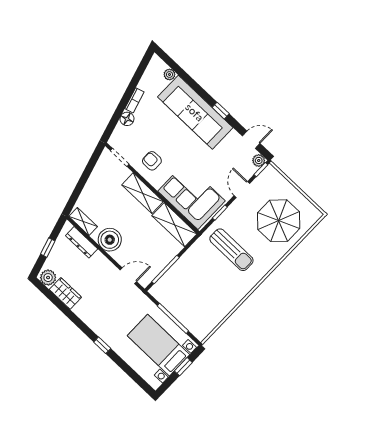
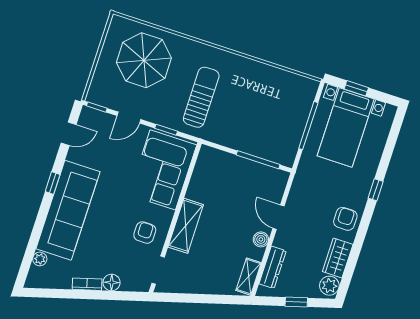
door: (251, 140) -> (69, 134), swing flipped
plant: (259, 160) -> (88, 114), removed
armchair: (152, 161) -> (145, 233), turned 180
shelving: (174, 225) -> (204, 174), removed
boiler: (110, 240) -> (261, 239), width x0.54, depth x0.54
door: (128, 276) -> (278, 217), moved
armchair: (92, 313) -> (345, 219), added

